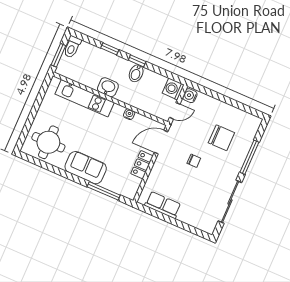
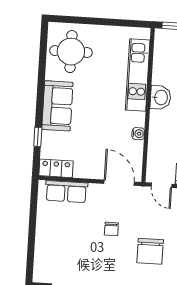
locker: (142, 165) -> (56, 168), moved
window: (104, 191) -> (38, 137), width x0.46
row of seats: (163, 205) -> (66, 192), moved, turned 90

